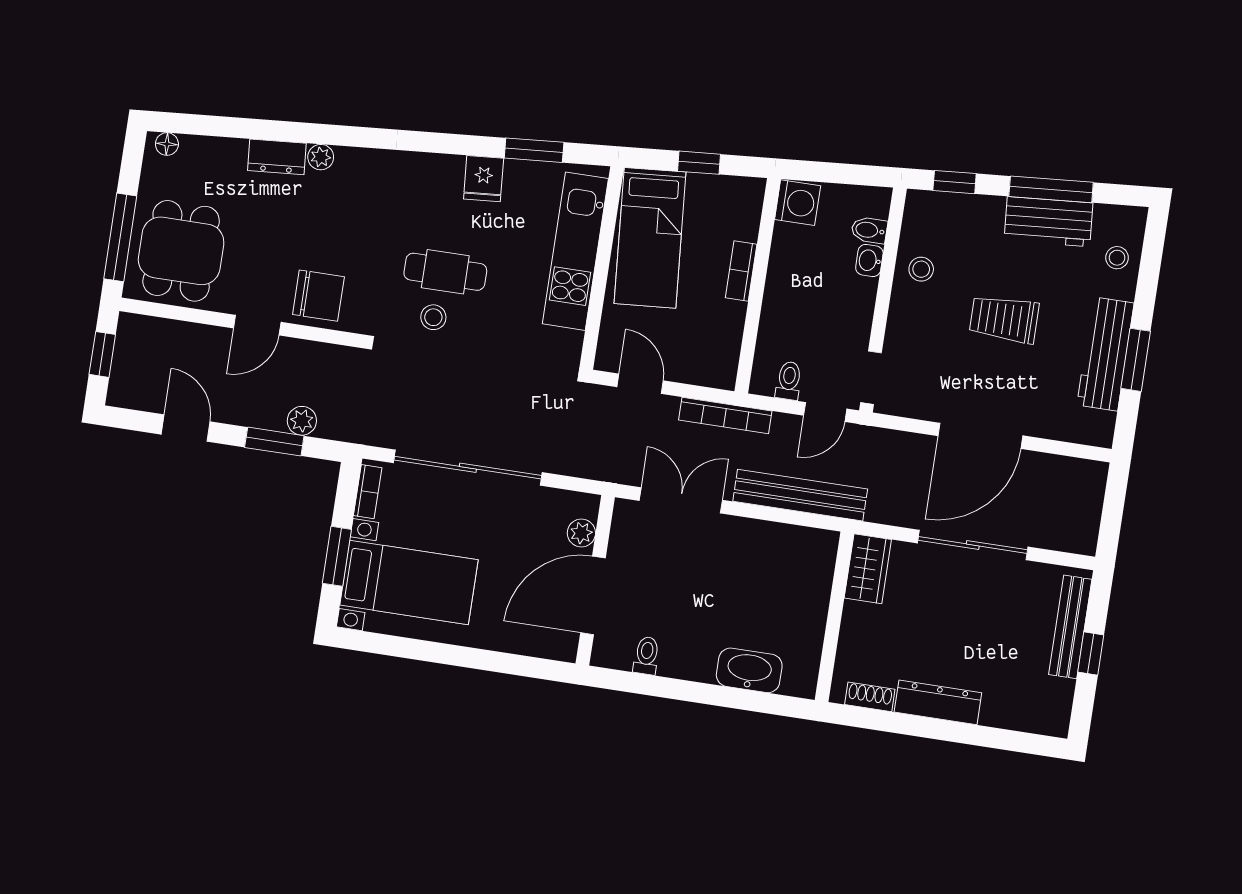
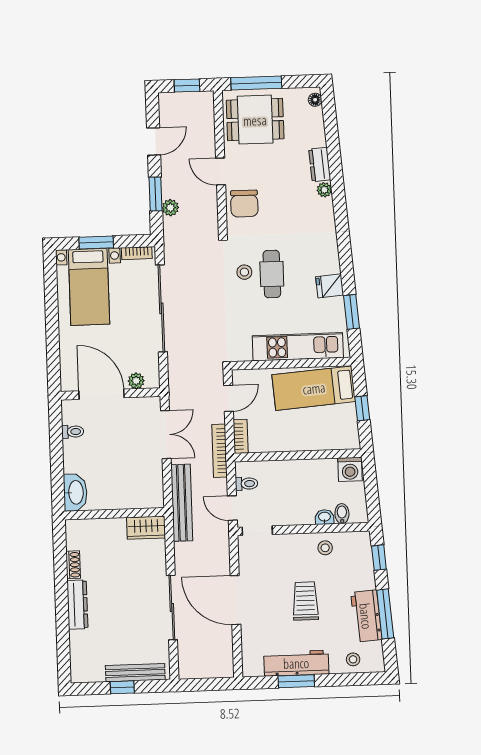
bookcase: (741, 271) -> (241, 436), moved, turned 90
wardrobe: (868, 569) -> (146, 528), moved
wall: (834, 617) -> (115, 514), moved

